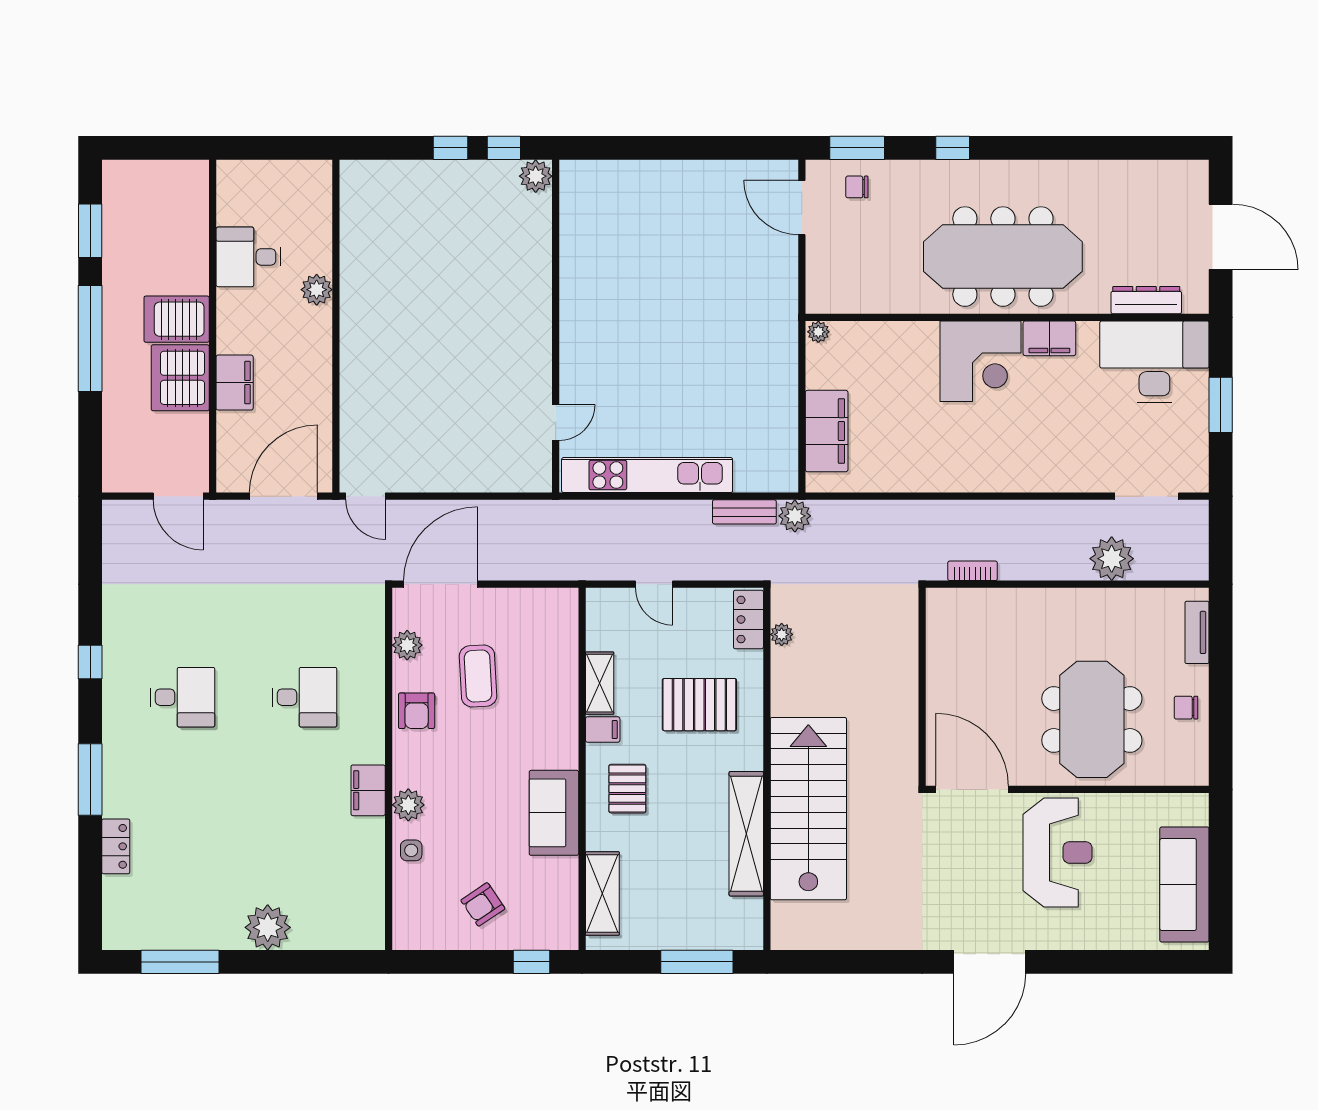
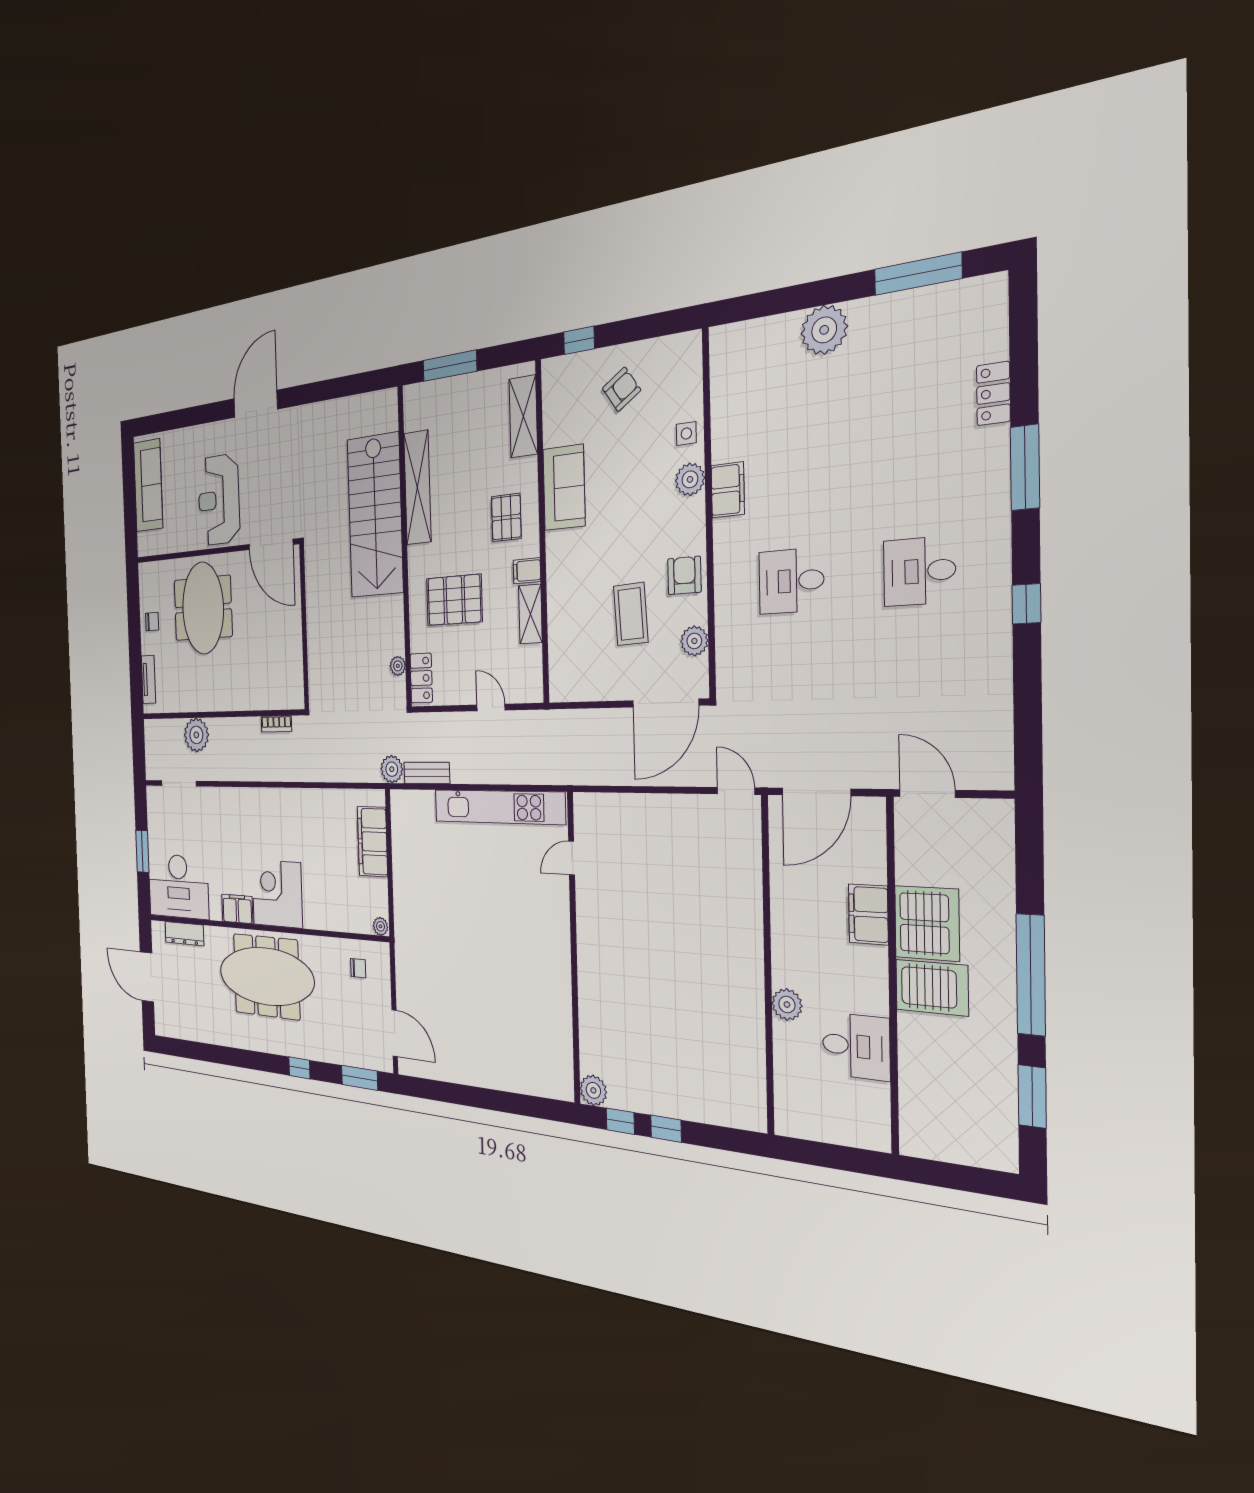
chair: (857, 187) -> (358, 968), moved

